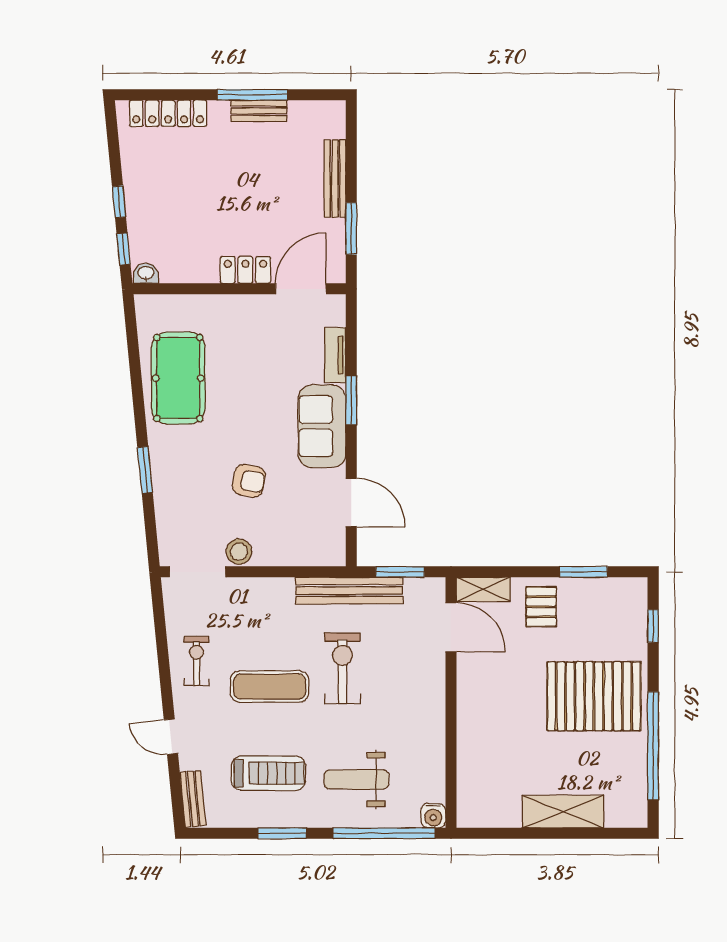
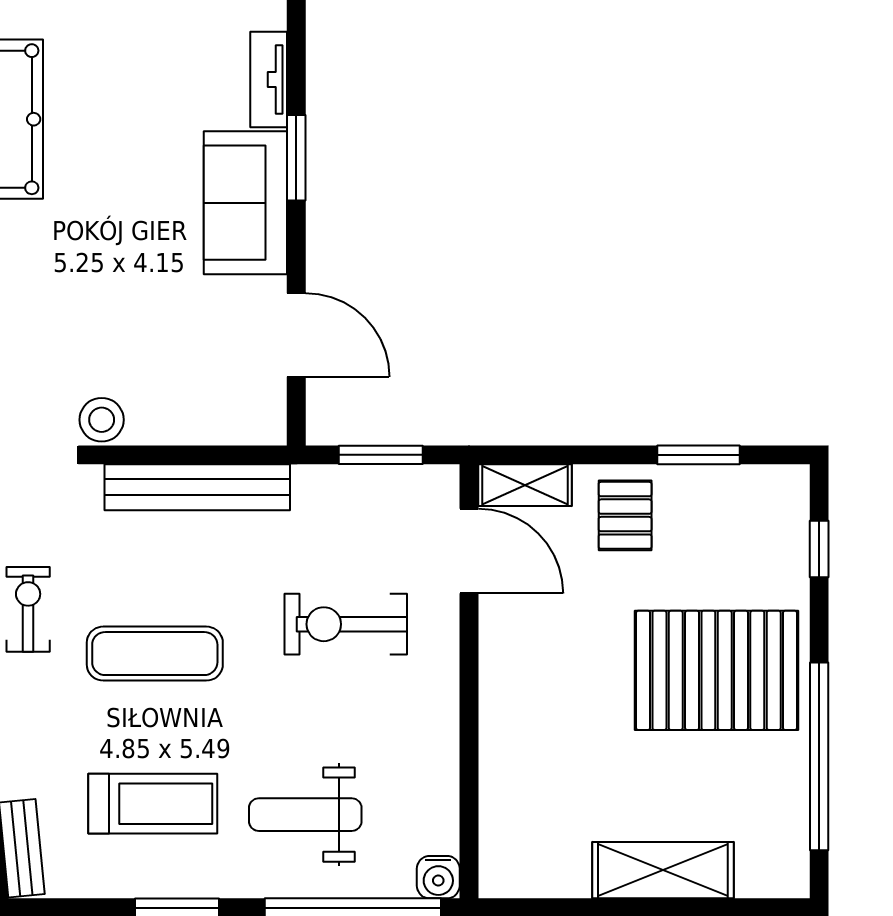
armchair: (249, 481) -> (119, 297), removed
bench: (349, 591) -> (197, 487), moved
exercise bike: (342, 668) -> (346, 624), moved, turned -90

